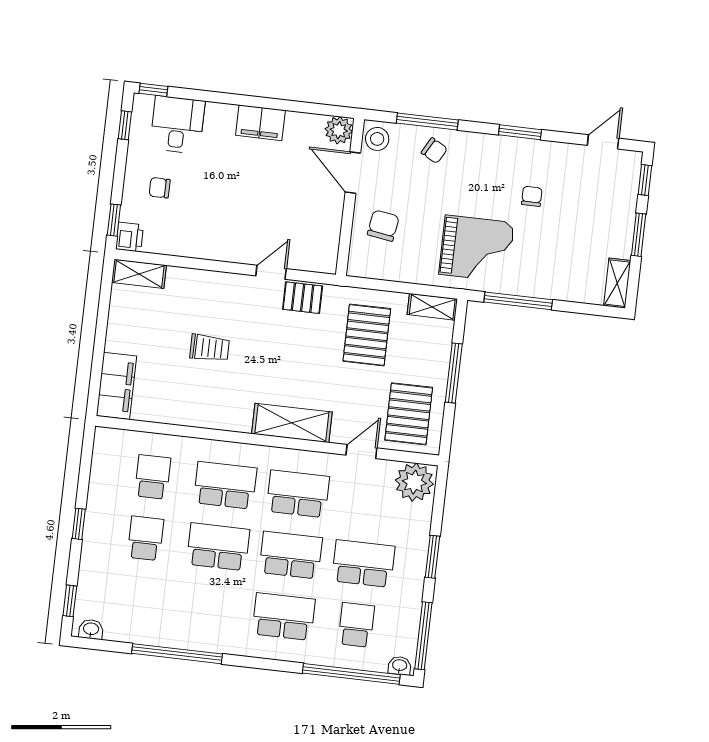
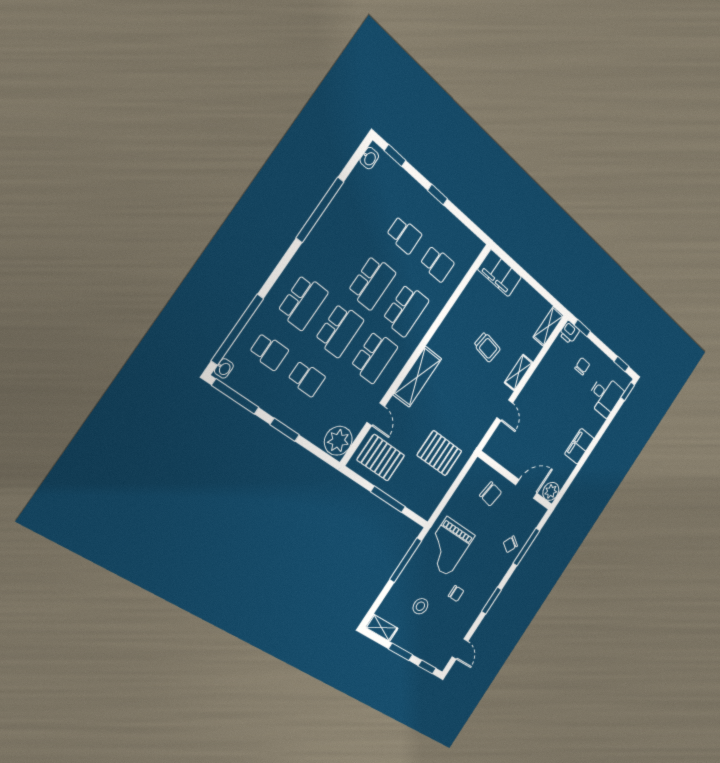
stool: (377, 139) -> (420, 606), moved
pallet: (303, 298) -> (481, 423), removed
shelving: (432, 307) -> (519, 373), moved
trolley: (210, 348) -> (487, 347), turned -82
school desk: (363, 564) -> (307, 379), width x0.54

